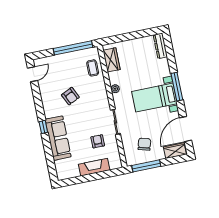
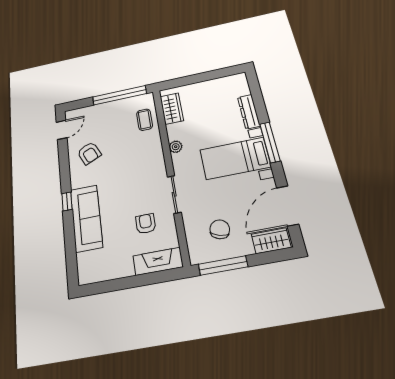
dresser: (160, 46) -> (249, 112), moved
armchair: (70, 96) -> (89, 153), moved
fireplace: (94, 167) -> (158, 261), moved

